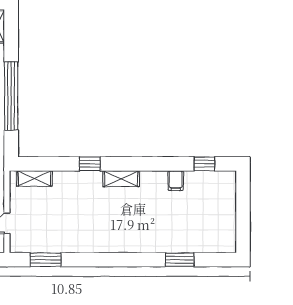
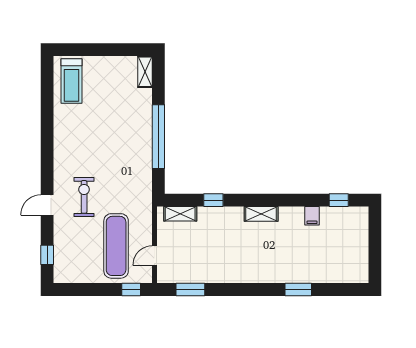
window: (90, 164) -> (213, 200), moved
window: (180, 260) -> (298, 289), moved

